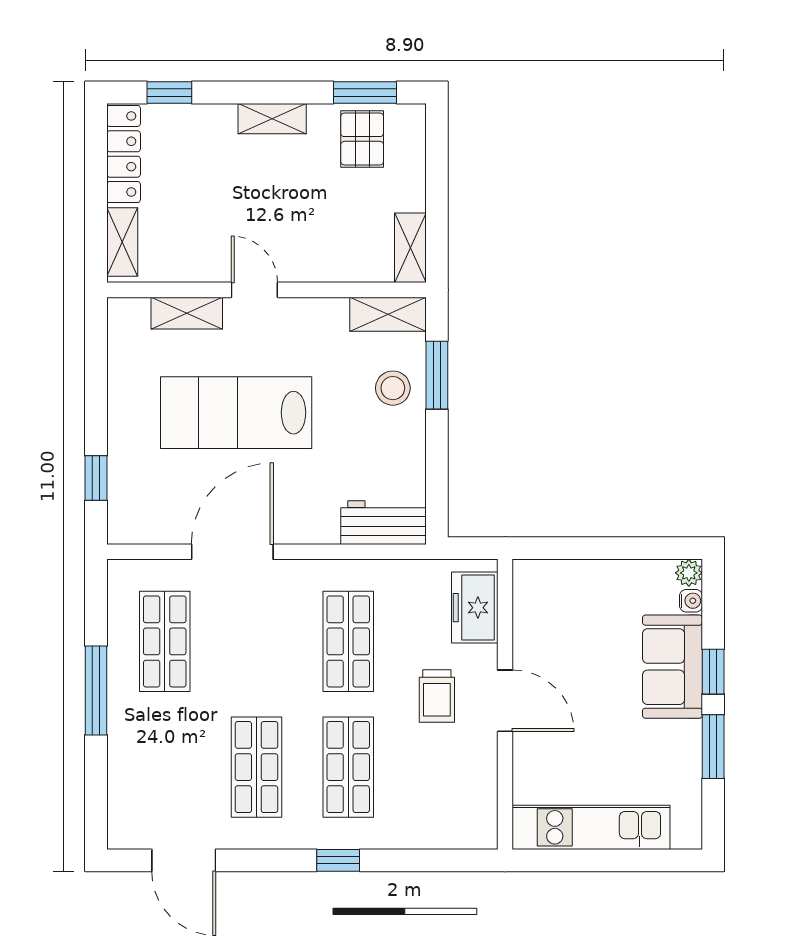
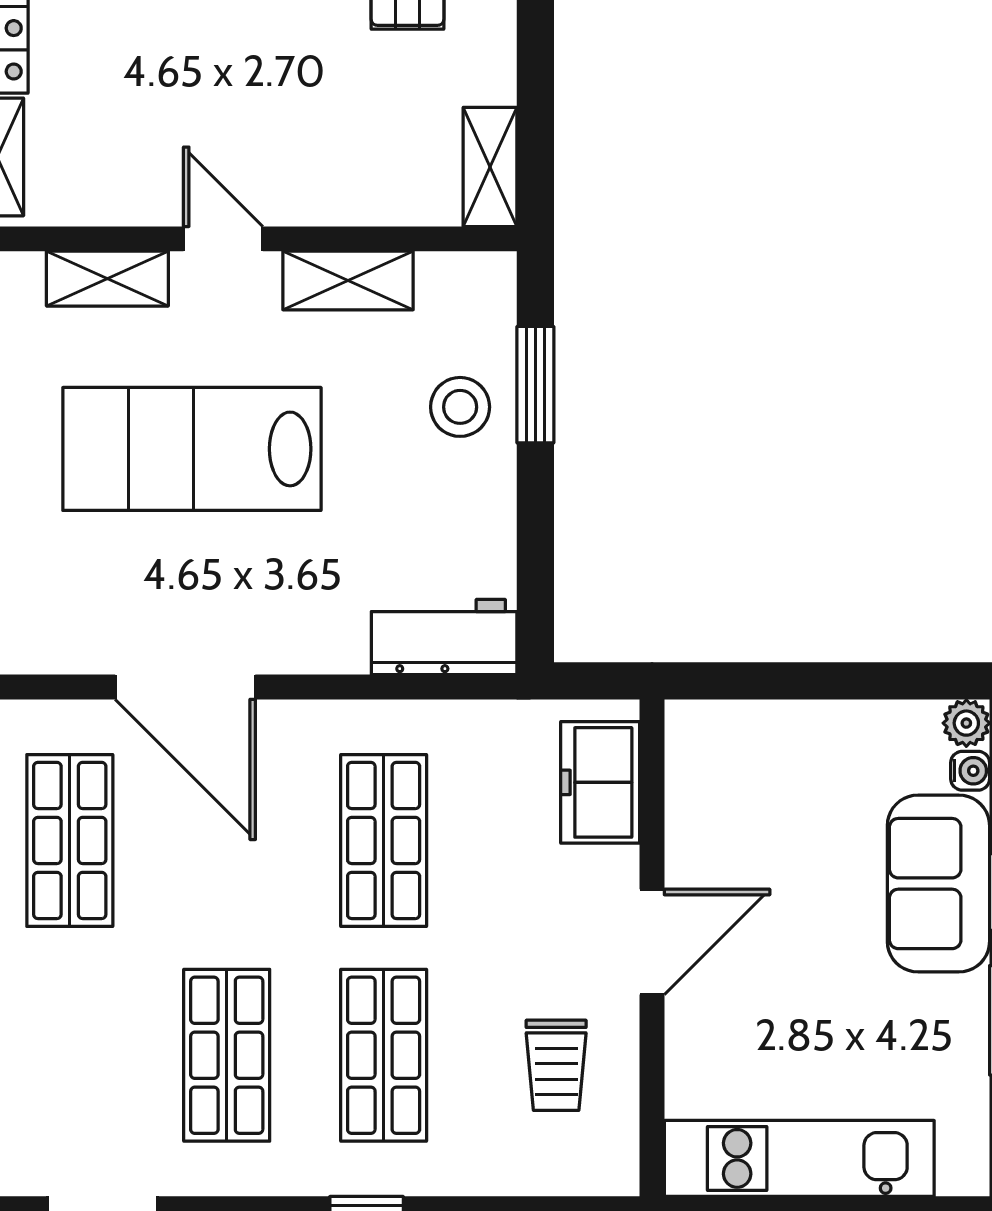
shelving: (388, 314) -> (348, 280), moved
door: (232, 552) -> (185, 687), swing flipped
trolley: (437, 696) -> (556, 1065), moved
door: (505, 701) -> (652, 942), hinge flipped

